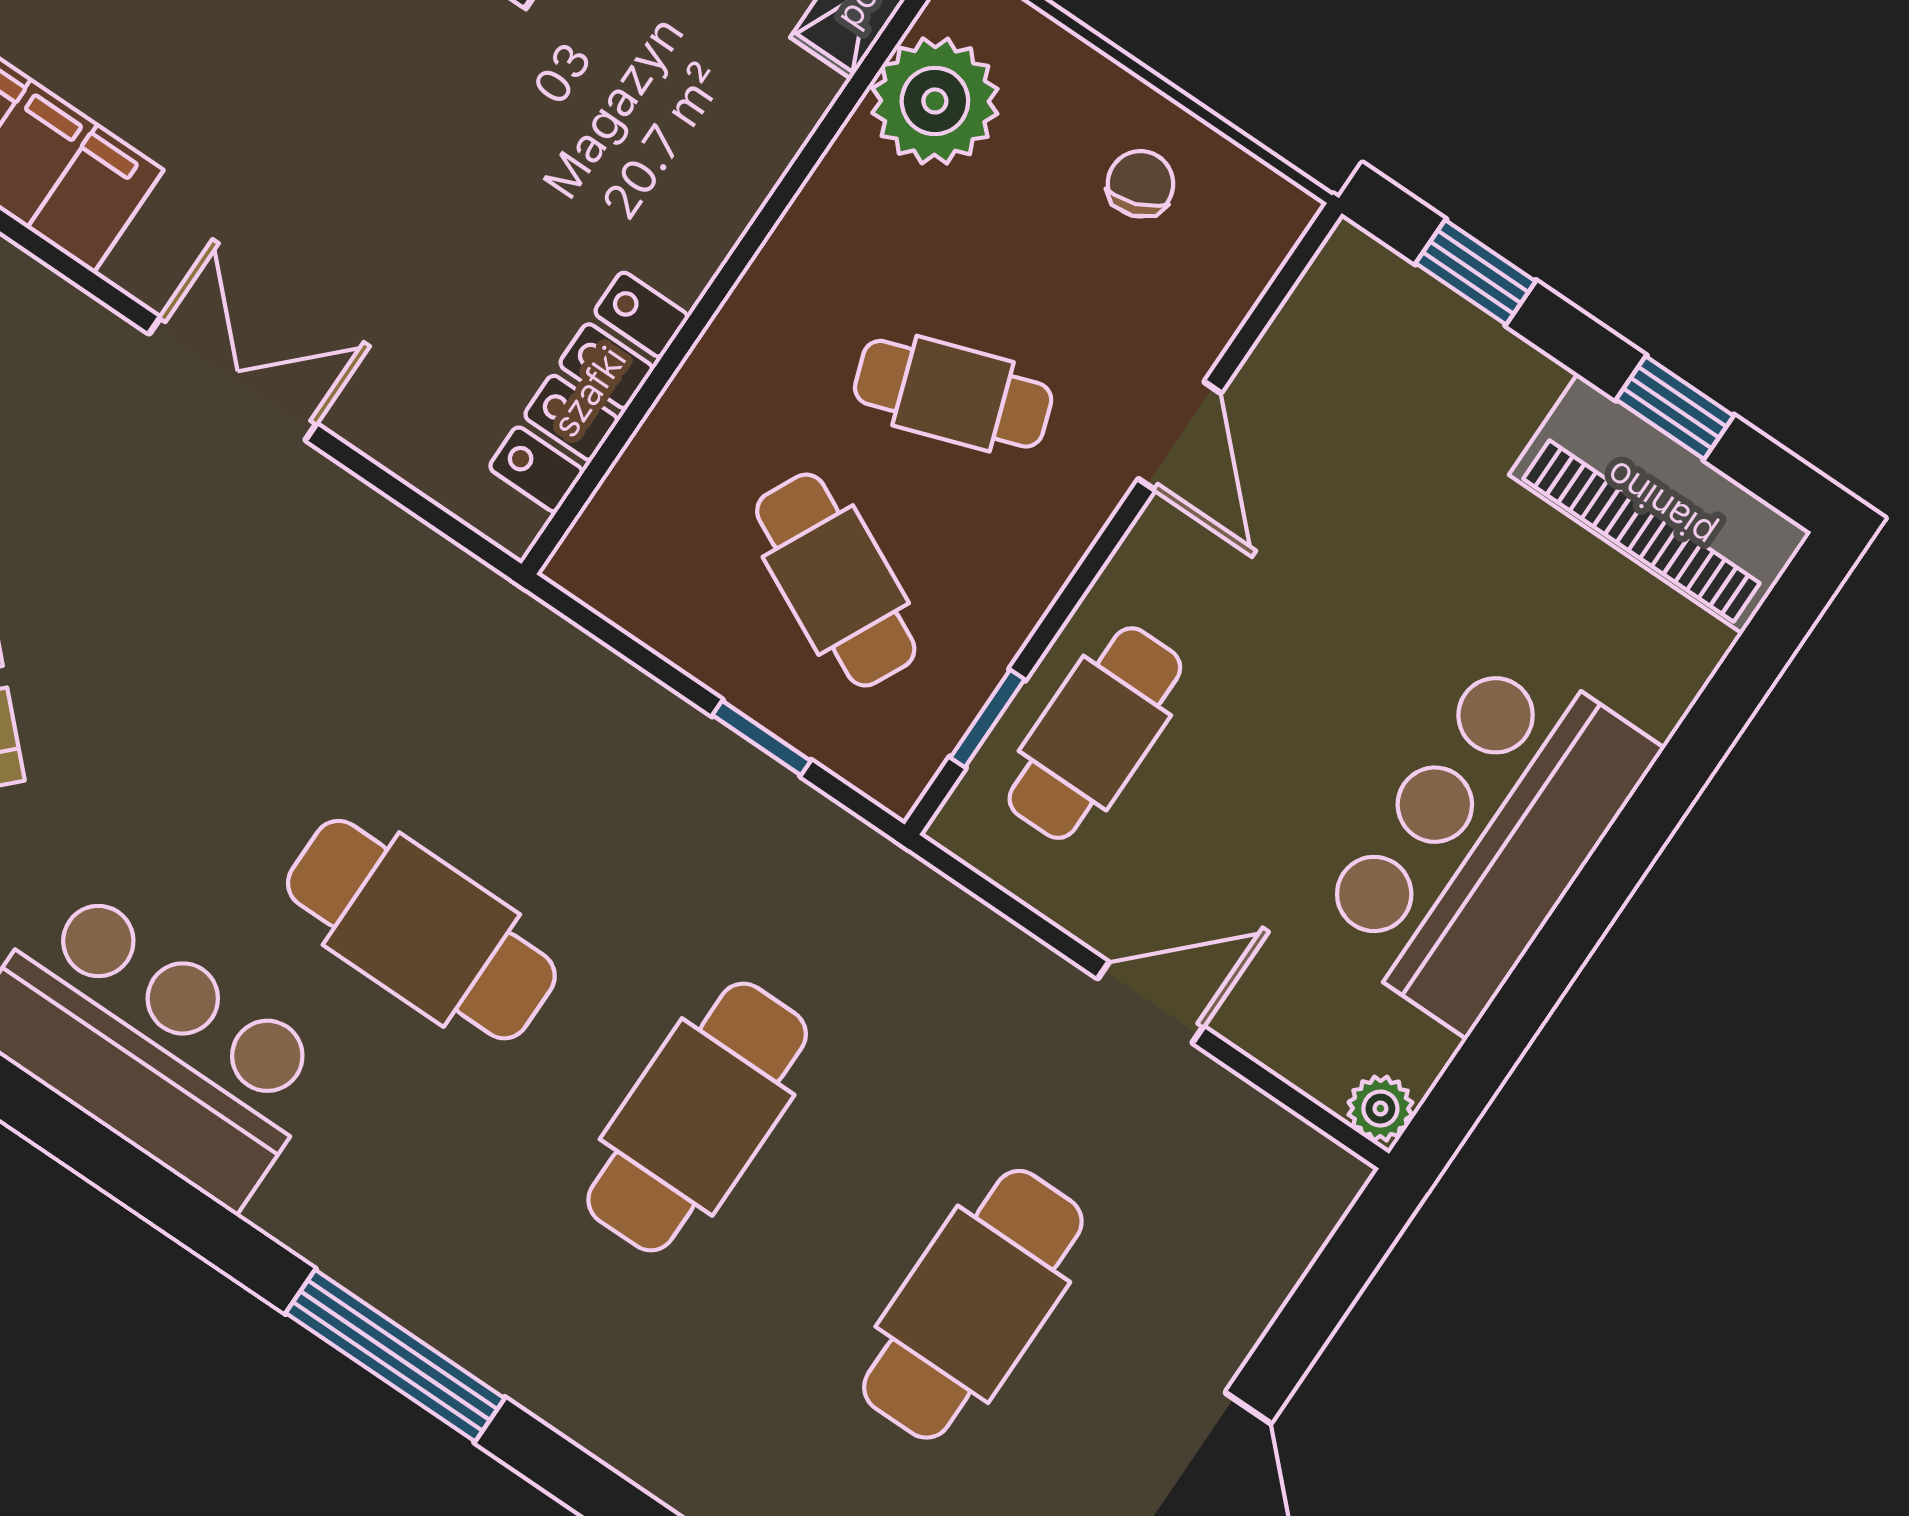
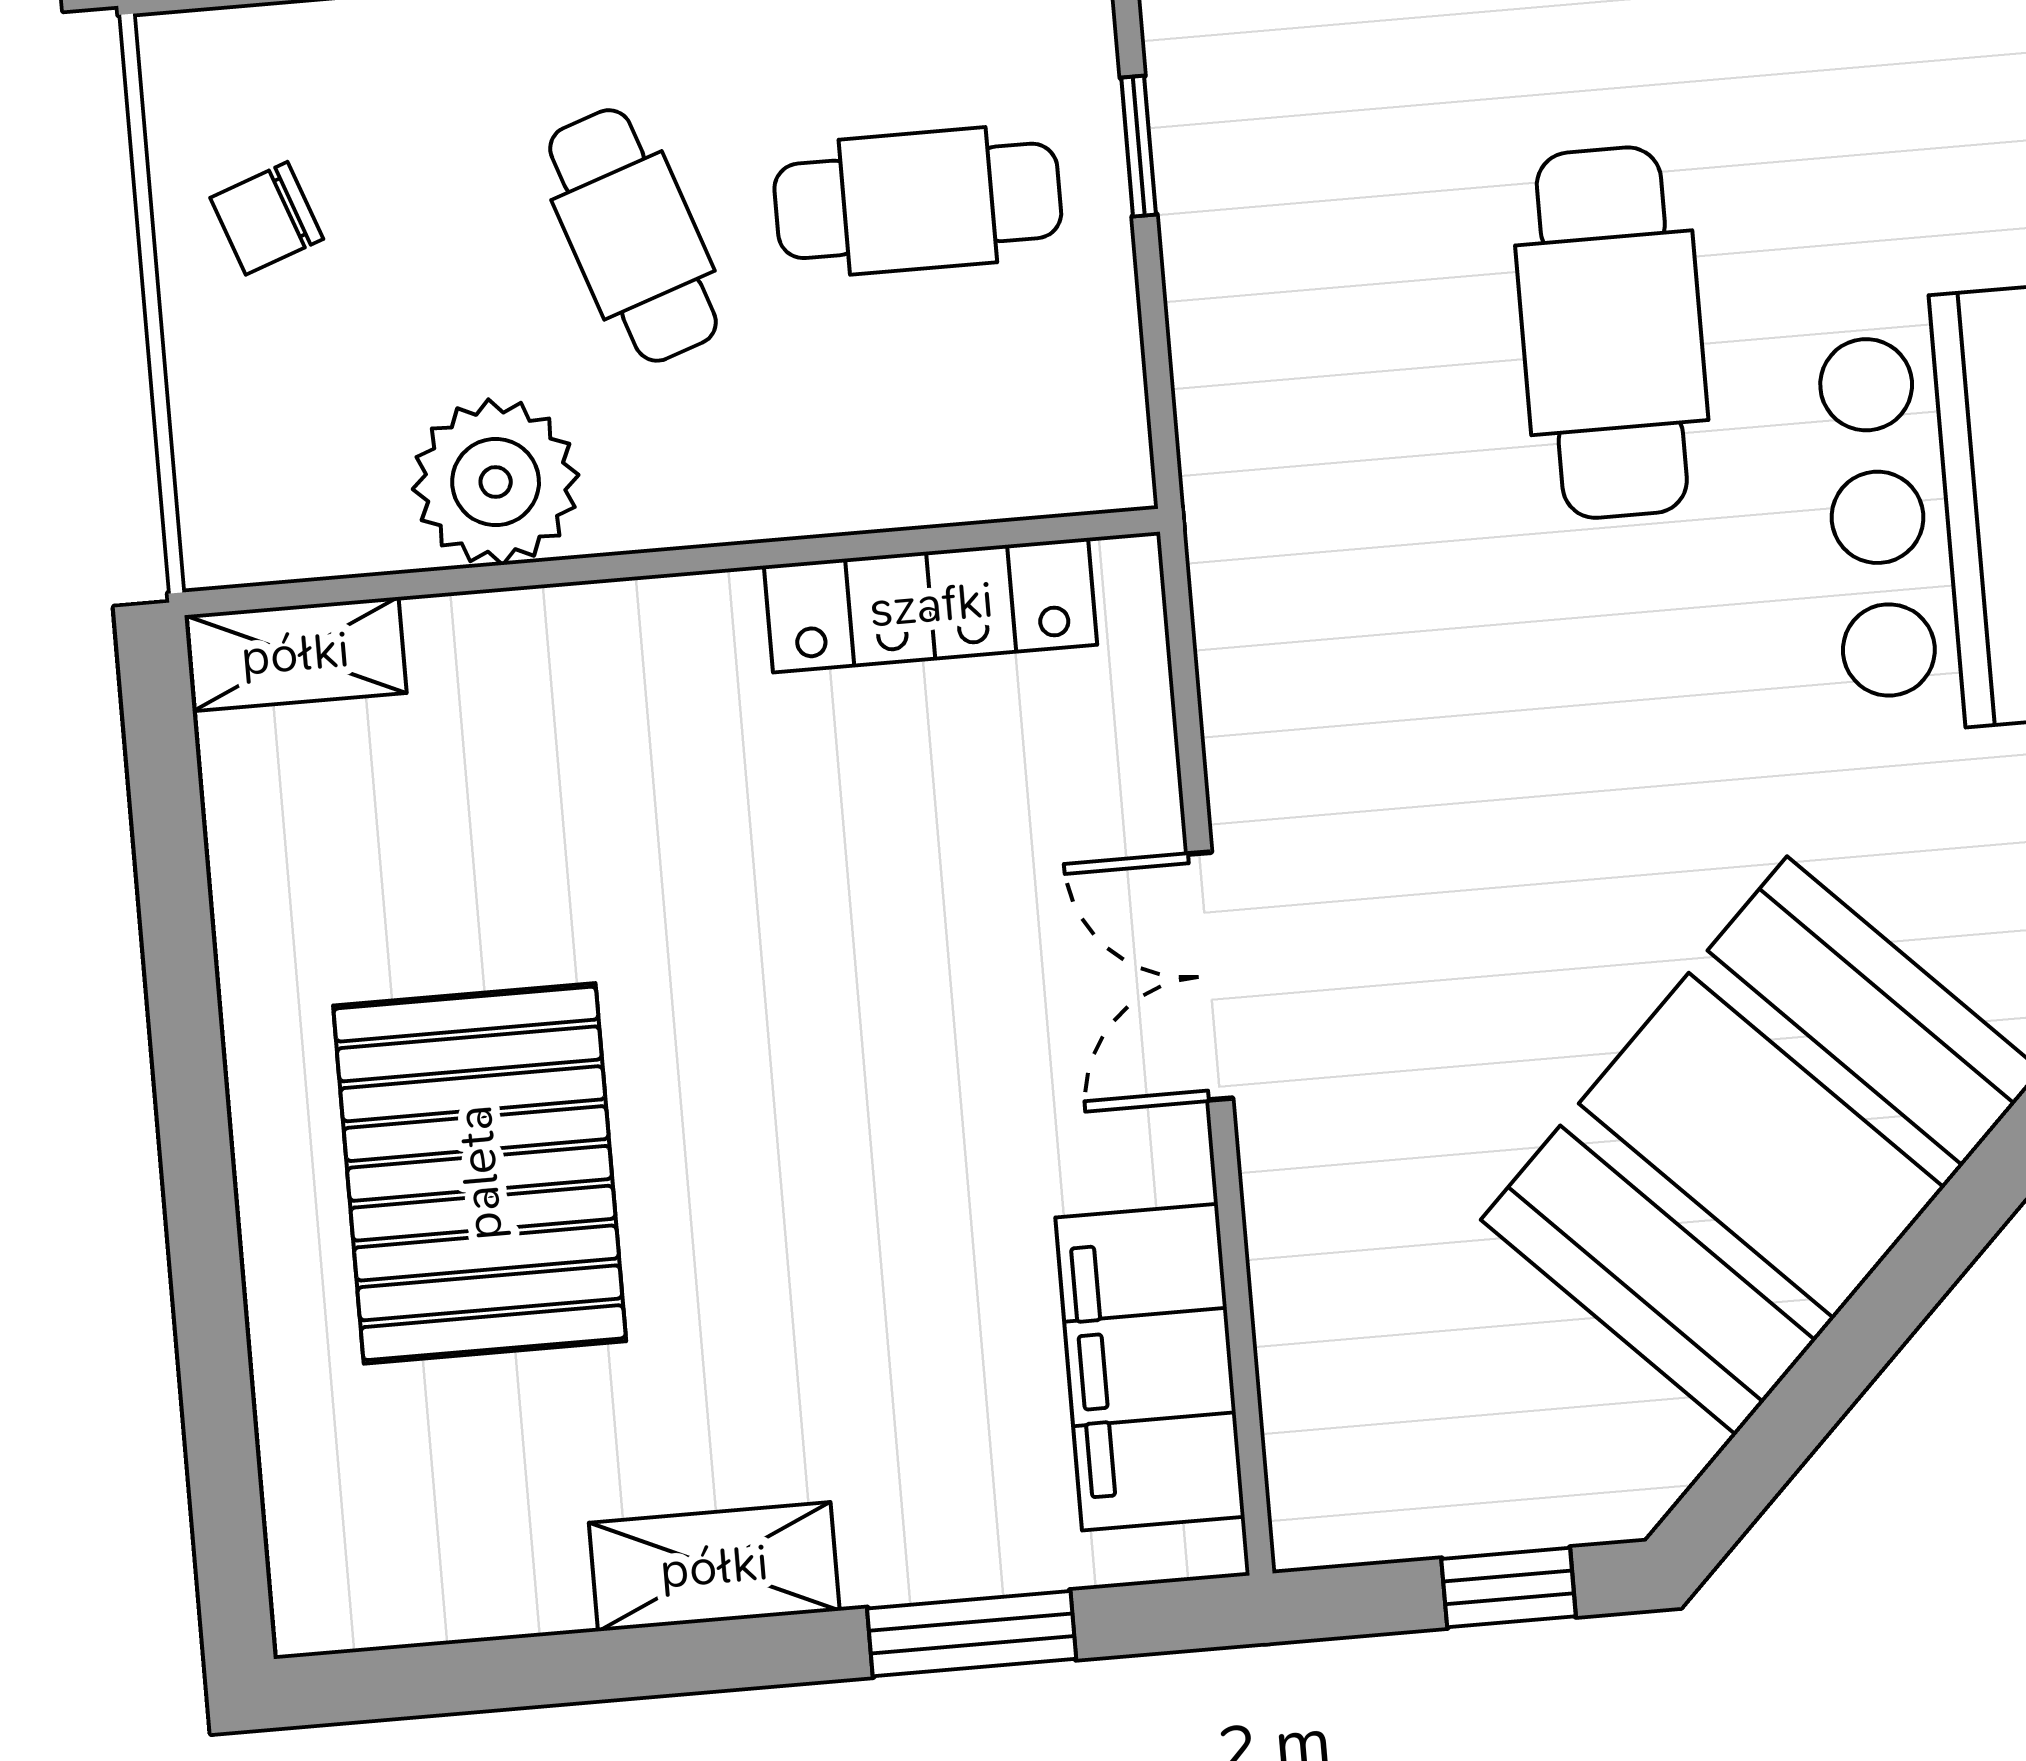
plant: (935, 101) -> (496, 482), moved
cafe table: (836, 580) -> (918, 201), turned 64

